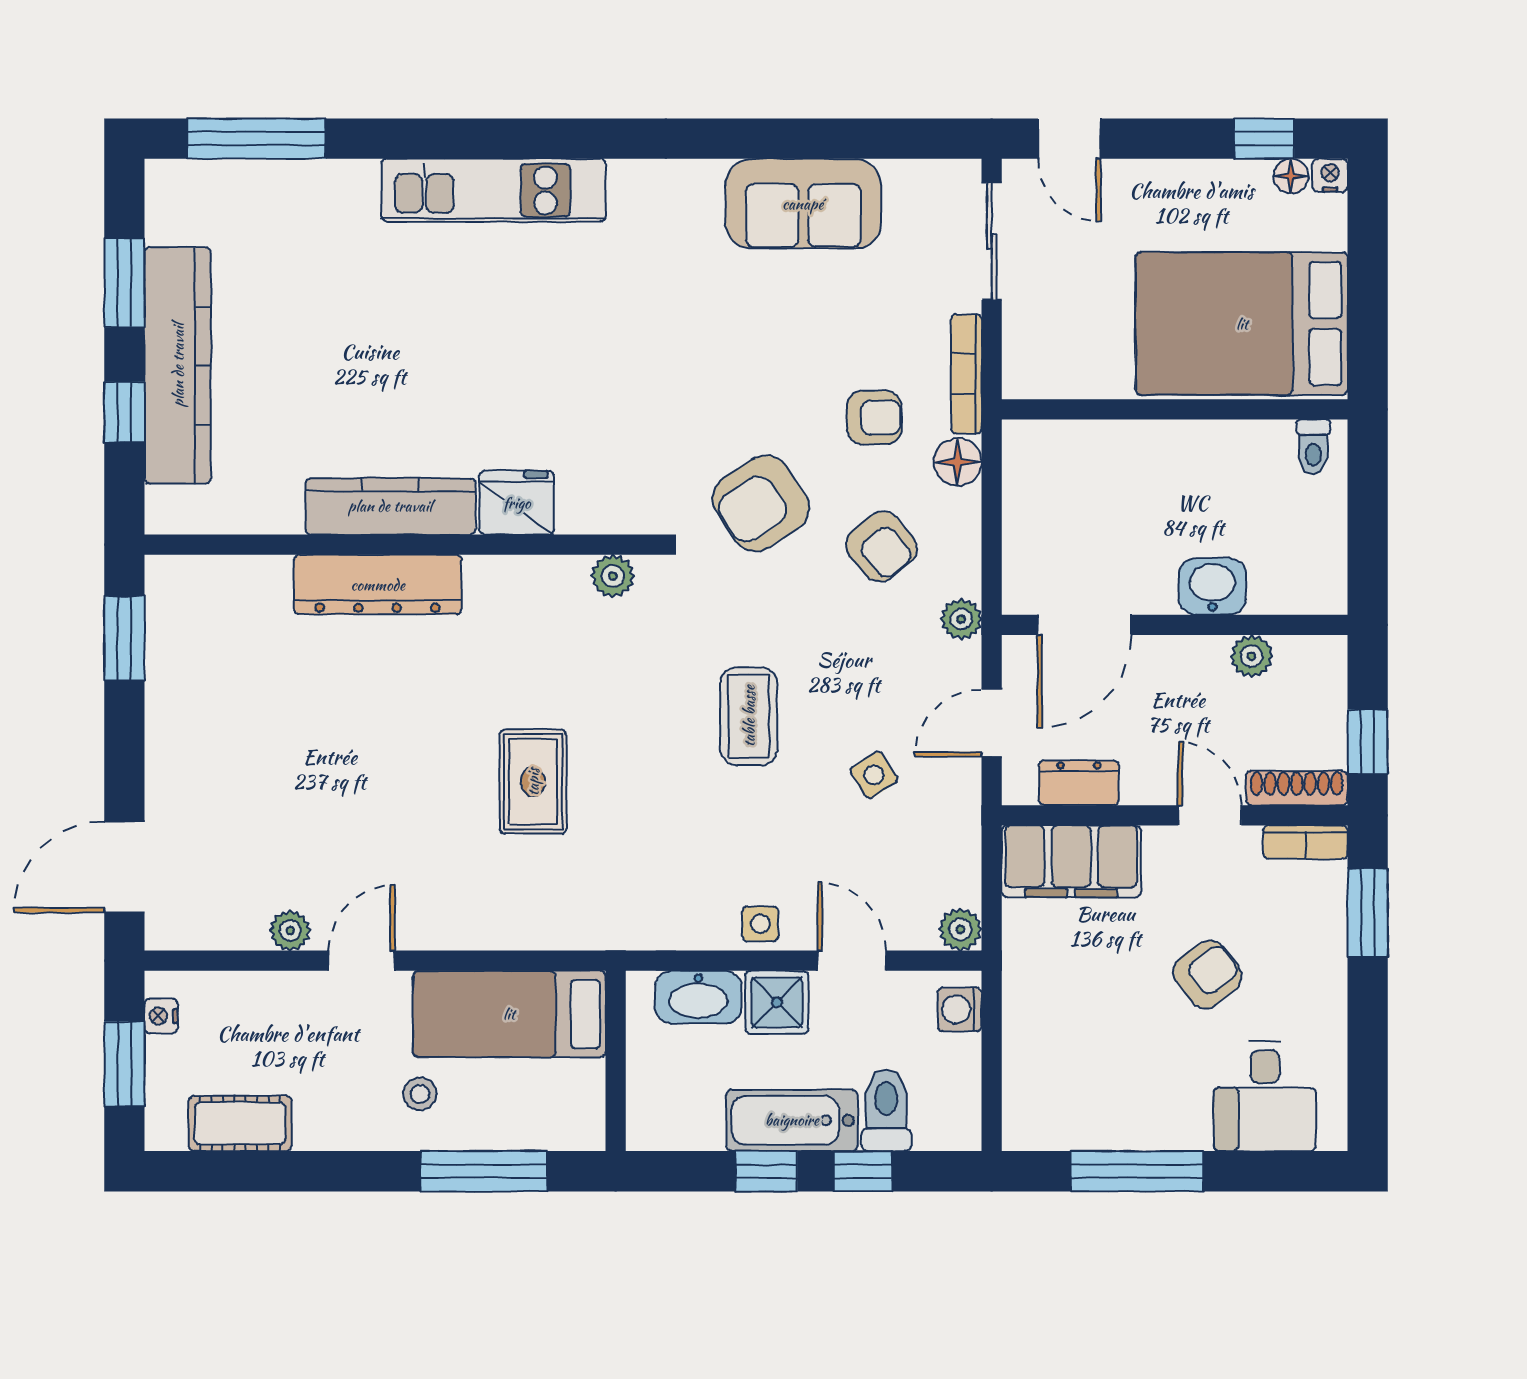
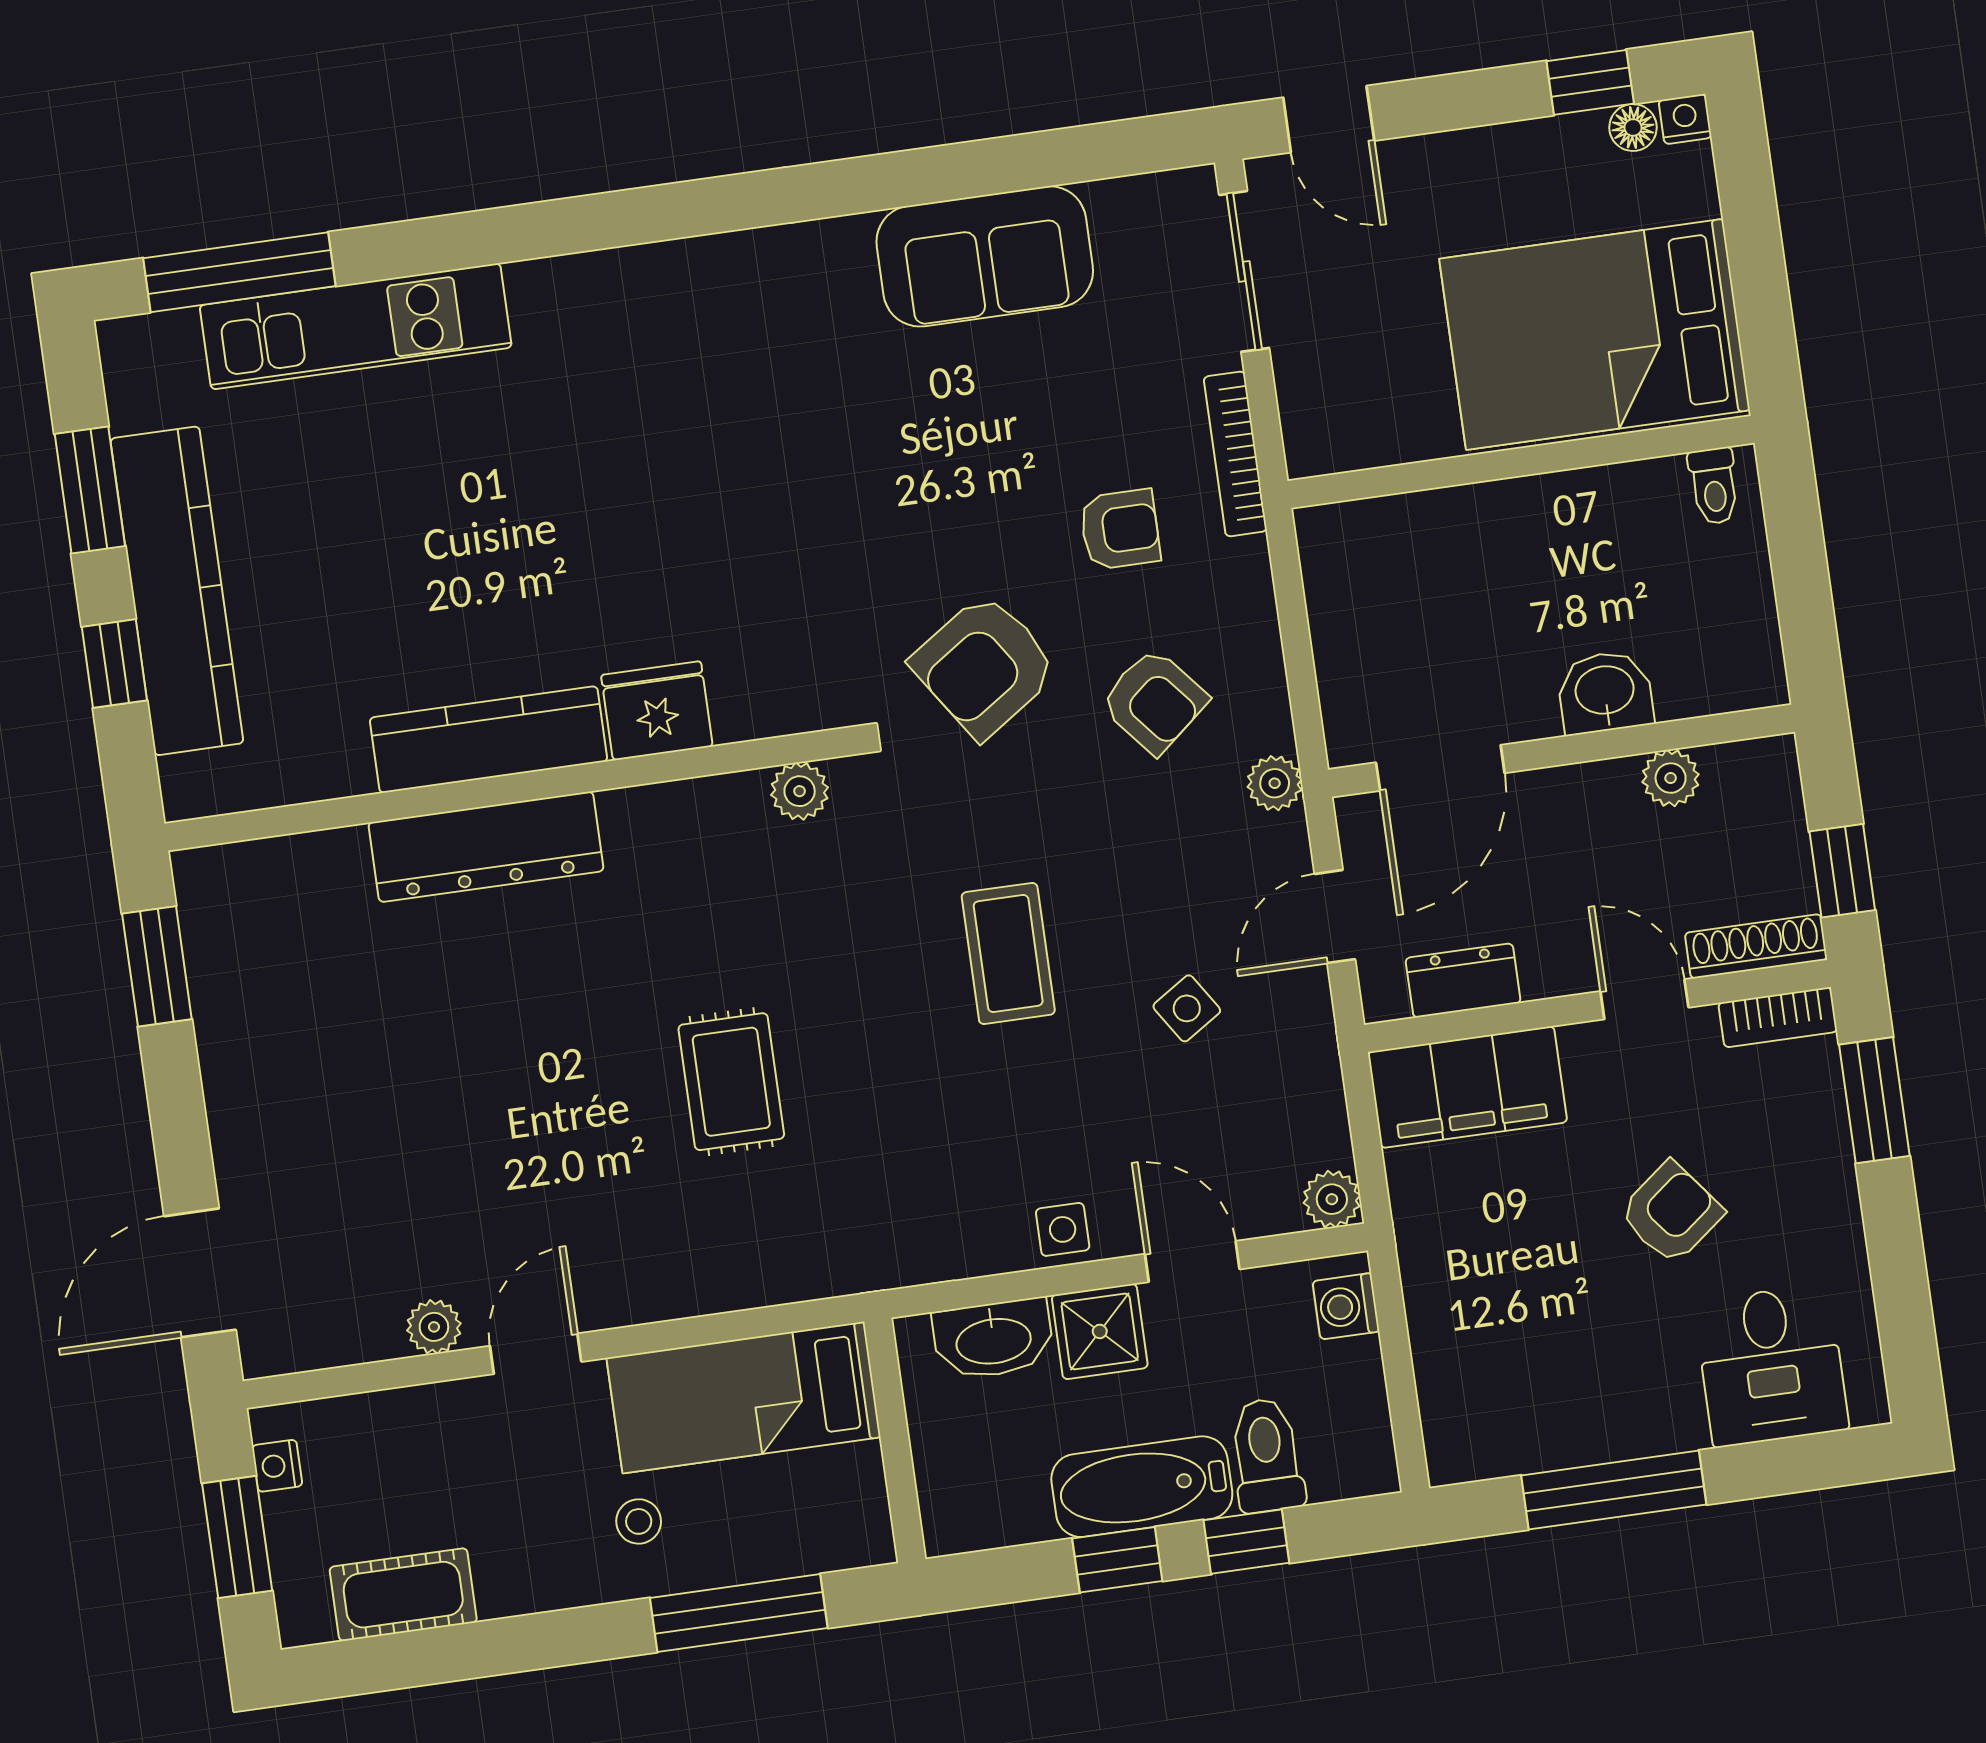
kitchen unit: (494, 190) -> (356, 326), moved
floor lamp: (958, 462) -> (1240, 573), removed

